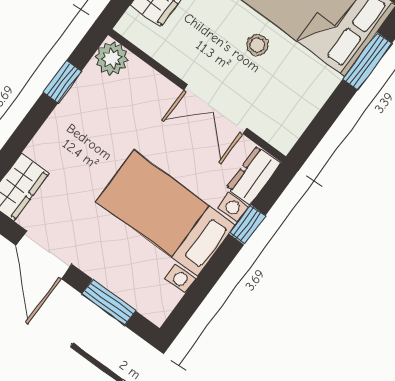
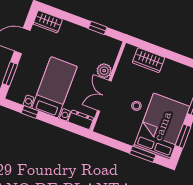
plant: (112, 58) -> (104, 71), moved
window: (247, 225) -> (30, 112), moved

